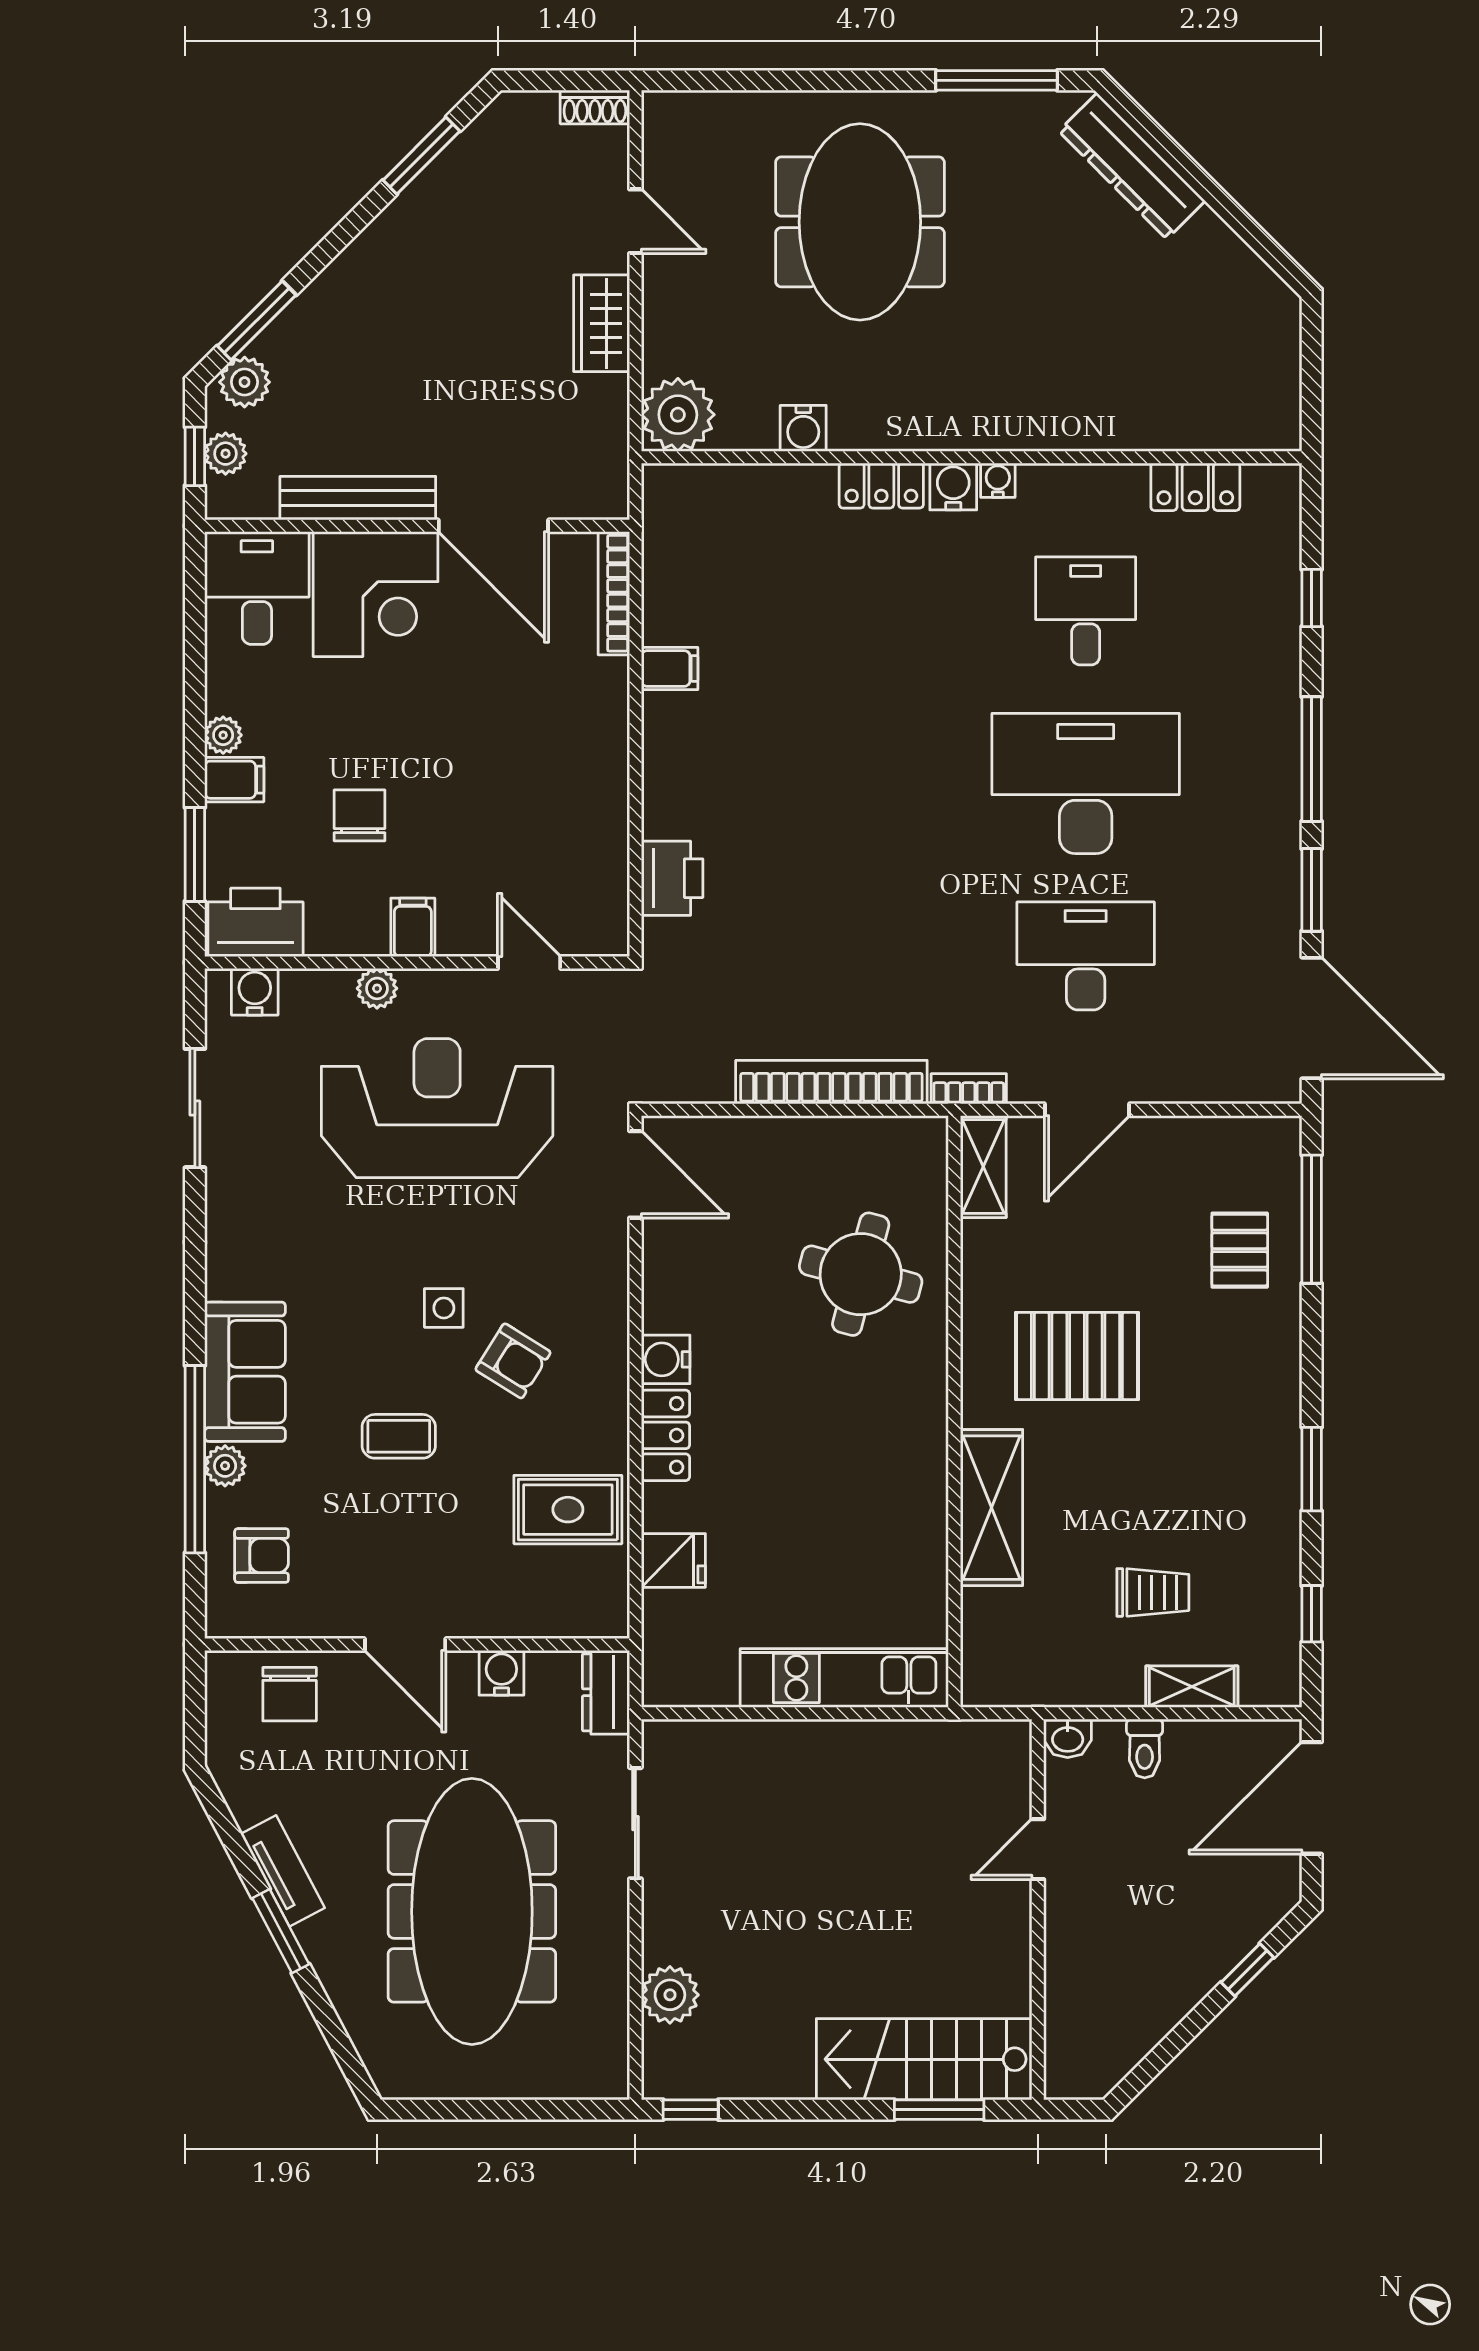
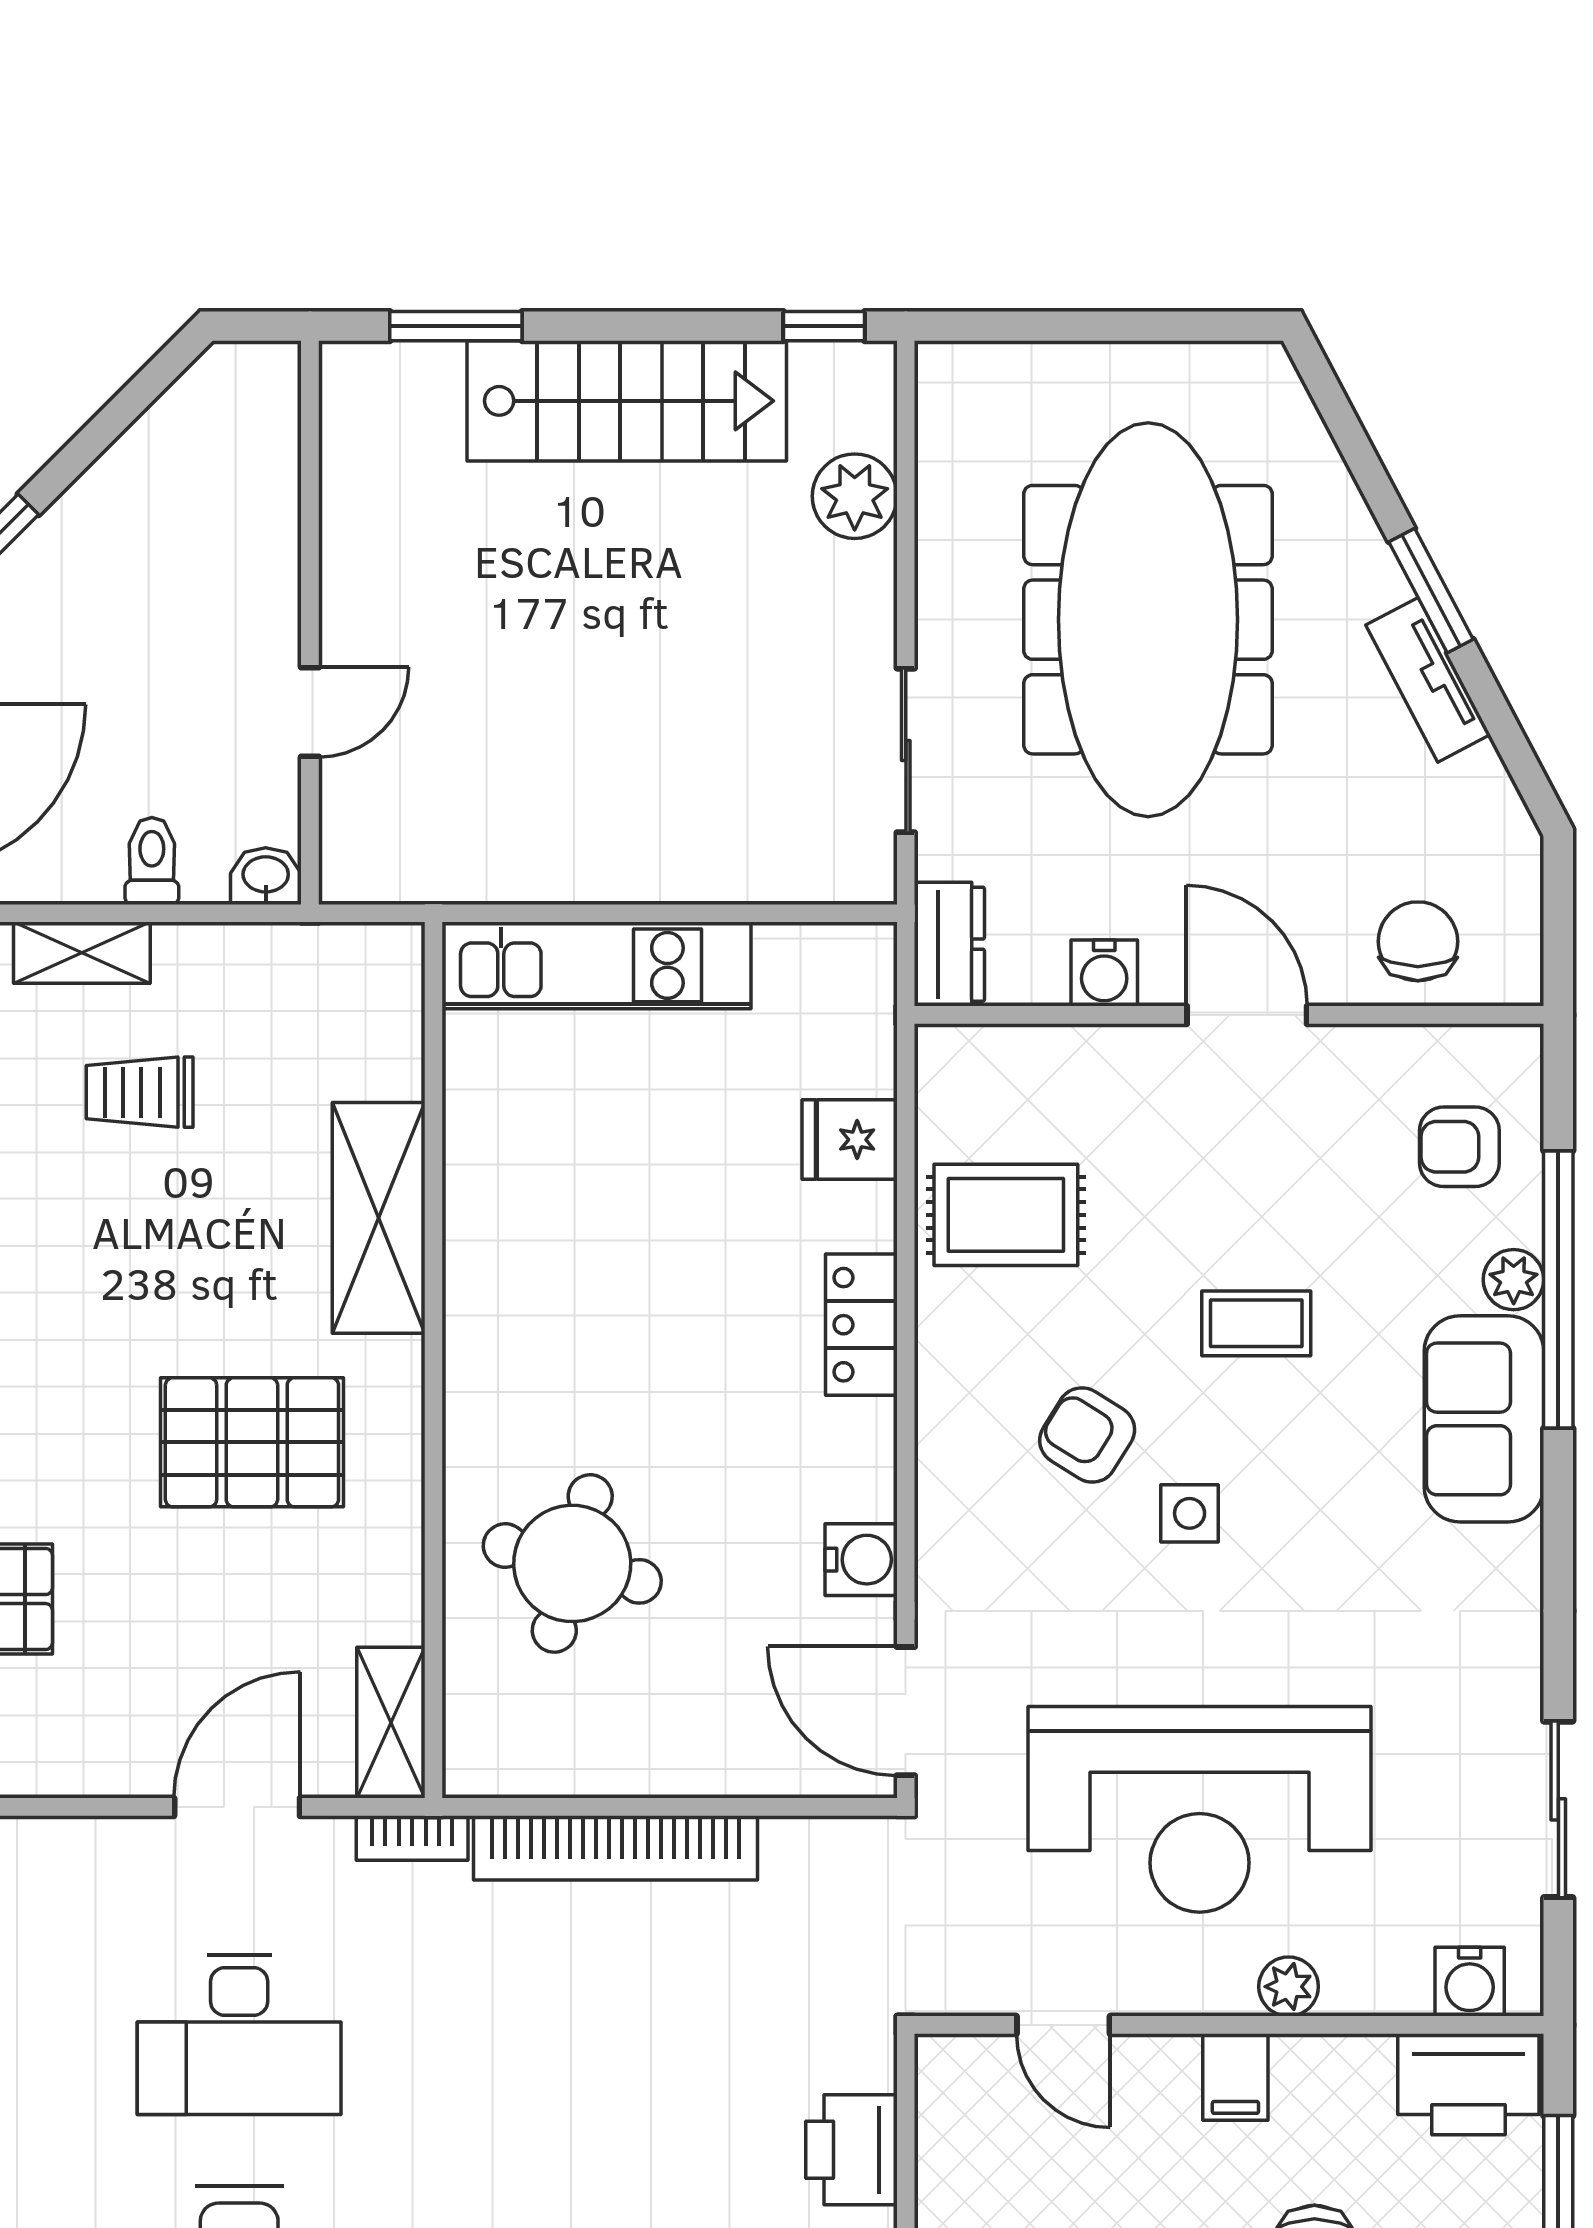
water cooler: (666, 1359) -> (861, 1560), moved
stairs: (924, 2059) -> (627, 401), moved

